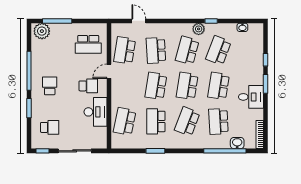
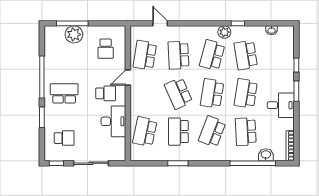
plant: (42, 31) -> (74, 34), moved
school desk: (88, 44) -> (106, 49), width x0.54
school desk: (218, 50) -> (246, 55), turned -30
school desk: (50, 86) -> (64, 93), width x1.85
school desk: (156, 86) -> (178, 93), turned -33

